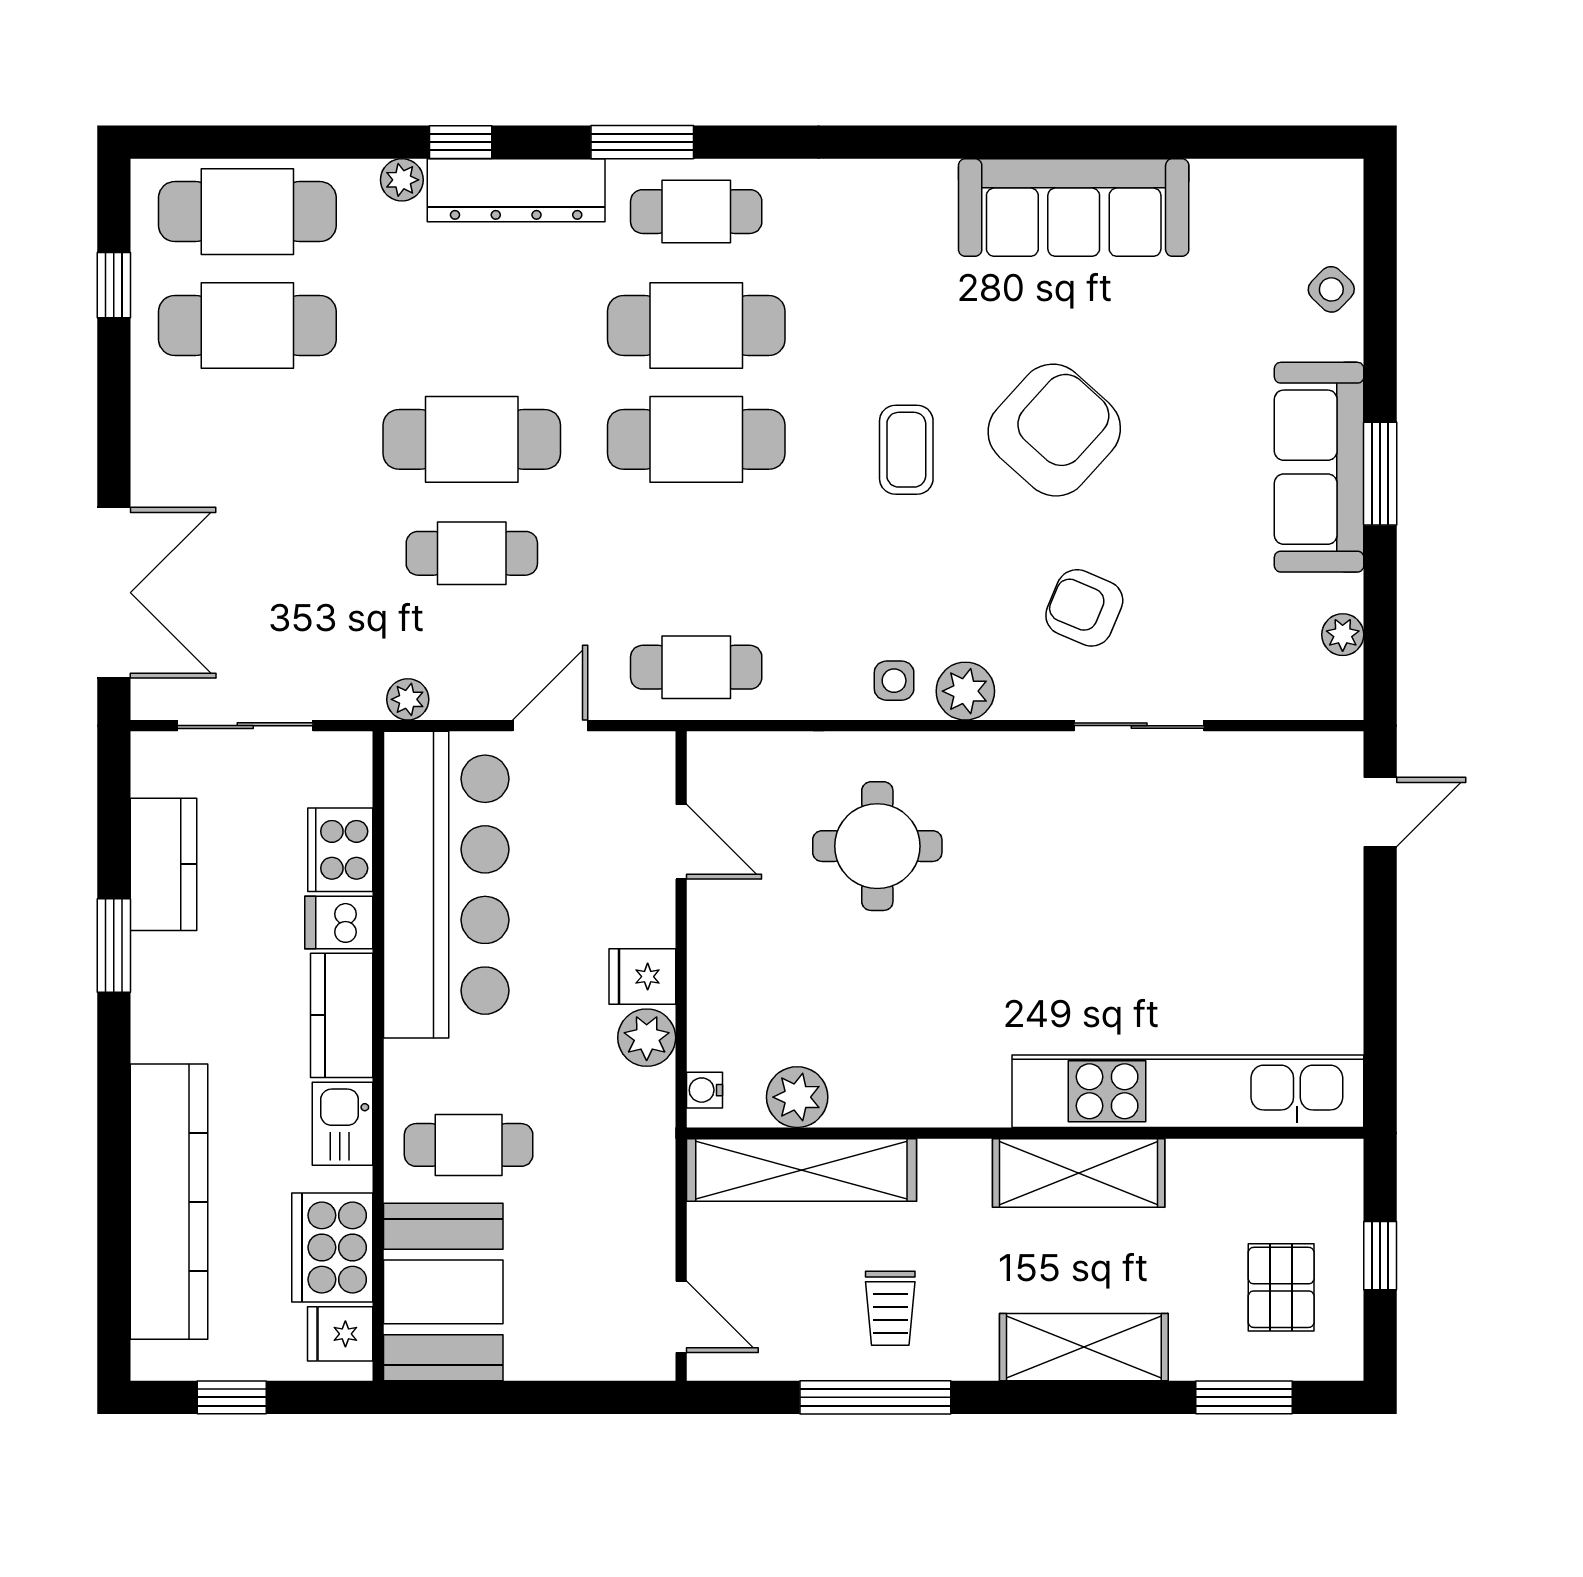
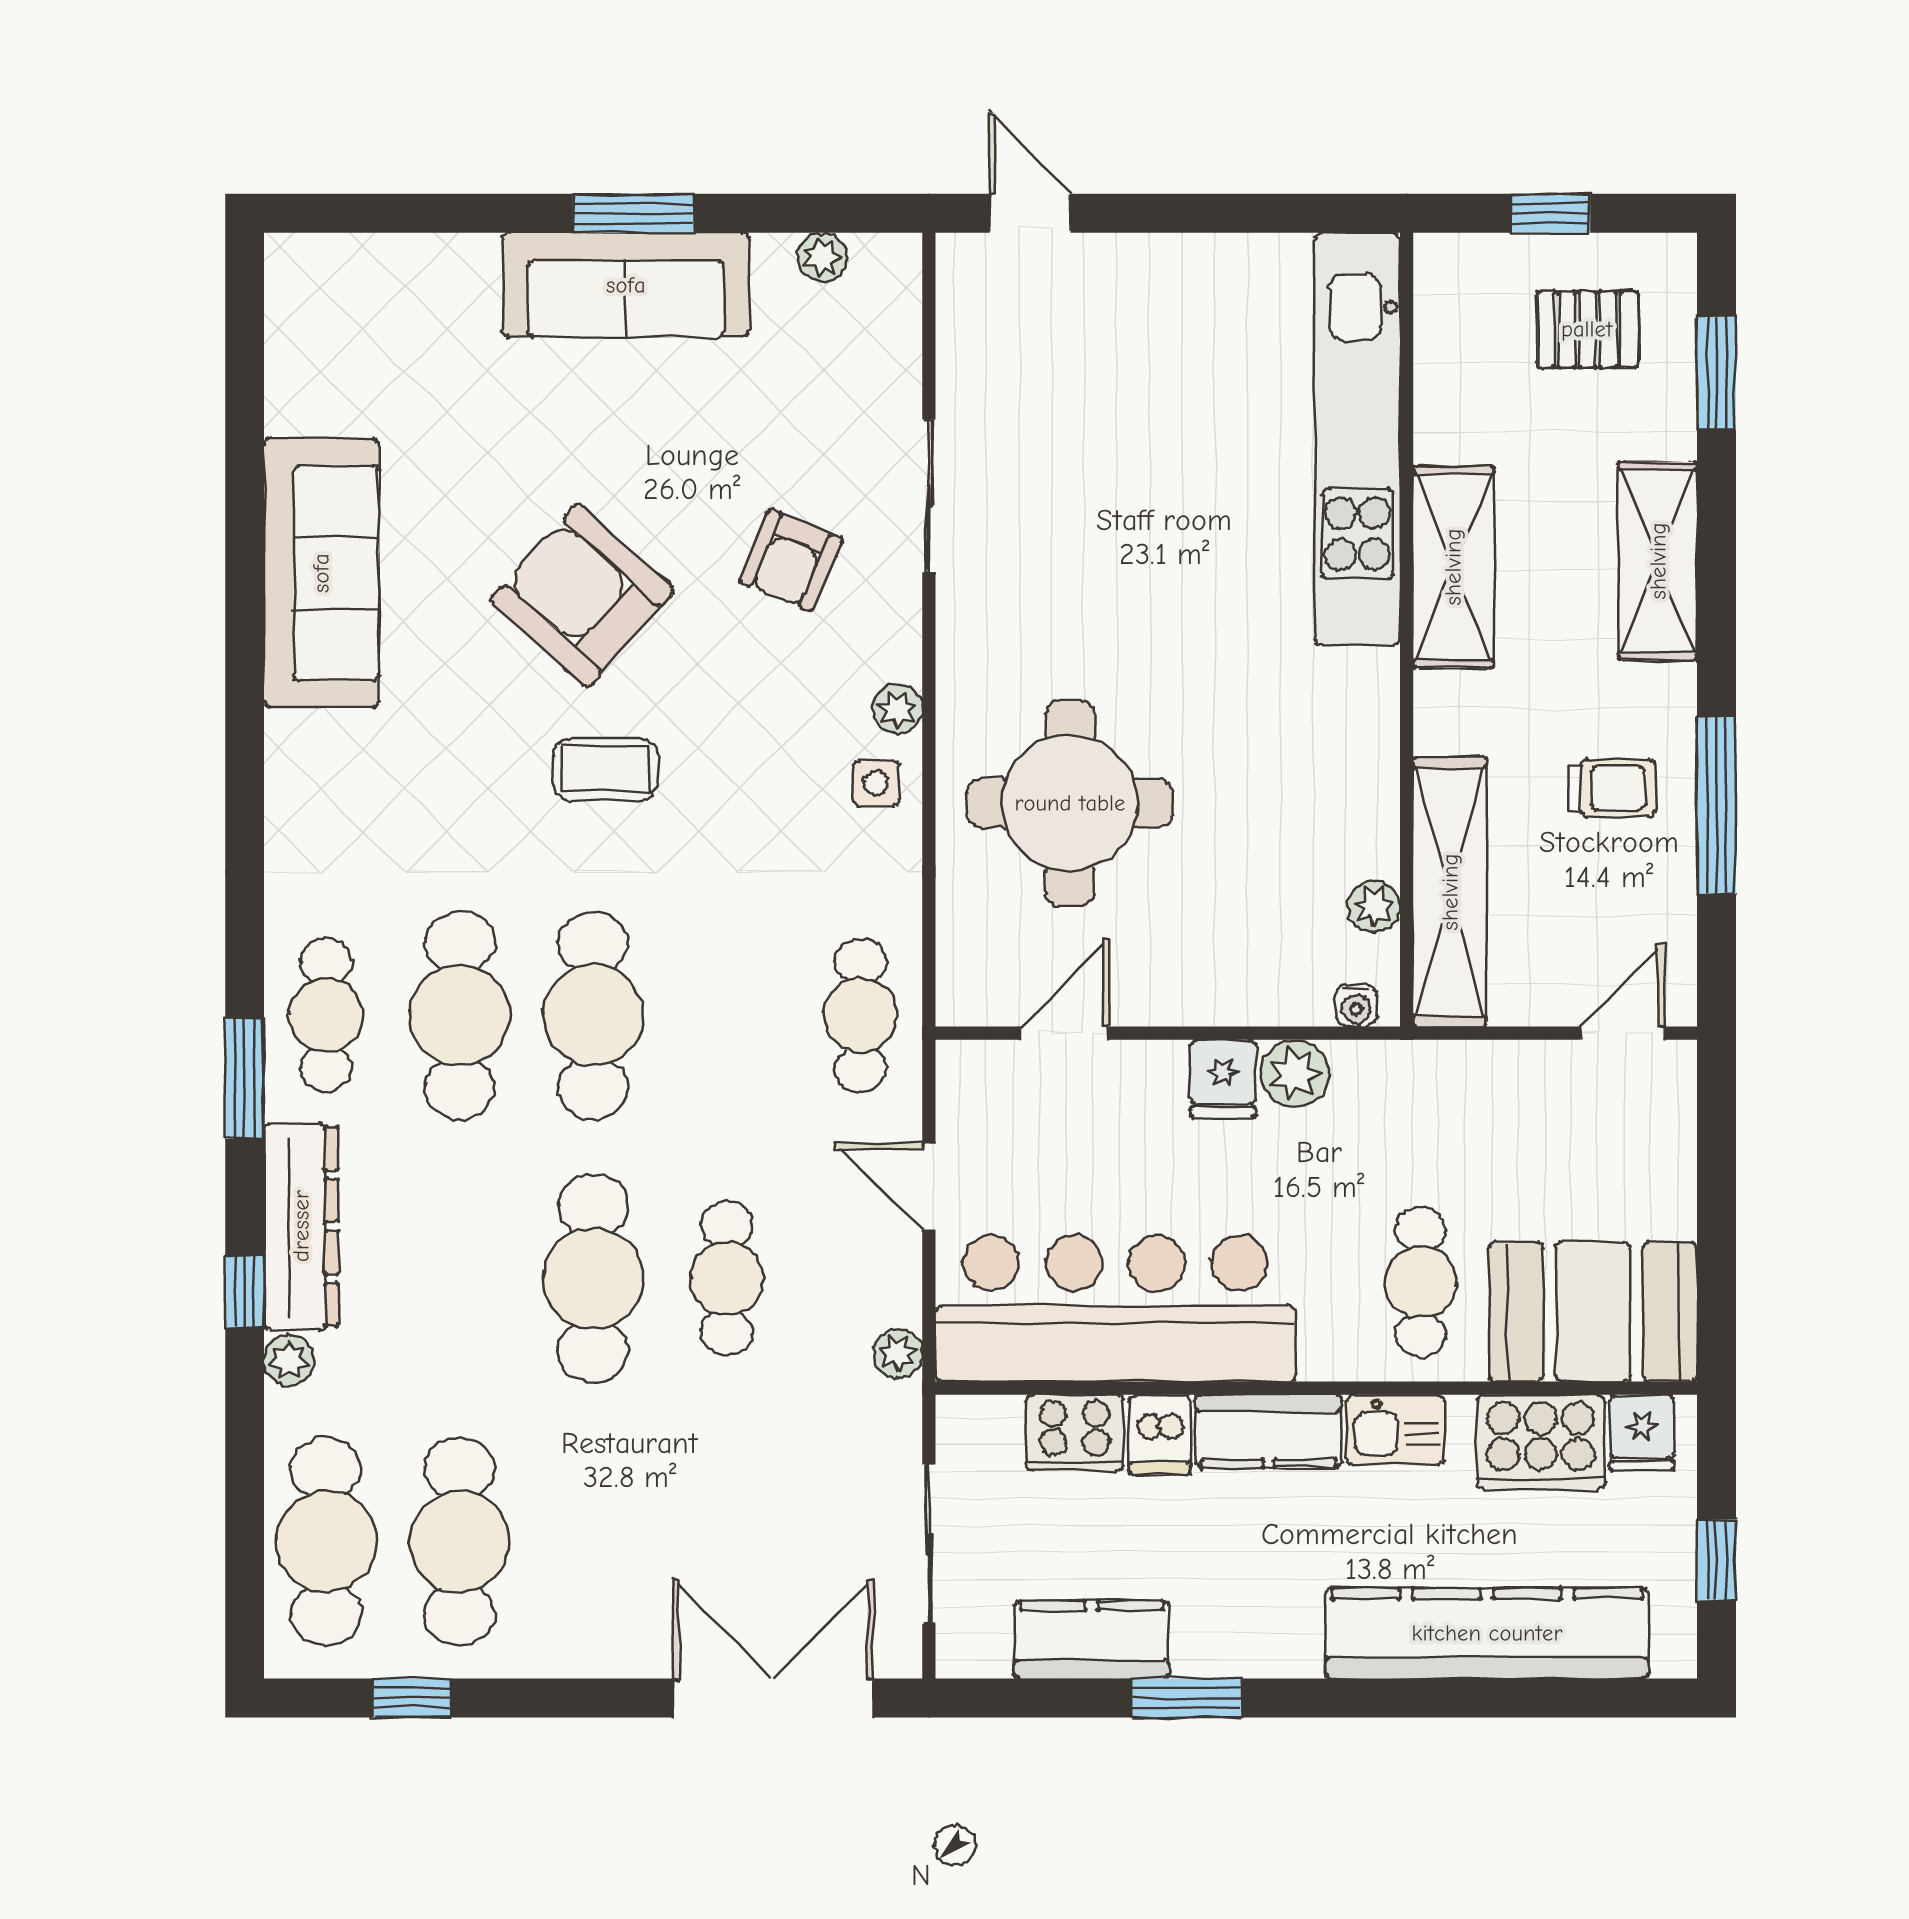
side table: (1331, 289) -> (417, 271), removed
plant: (965, 691) -> (898, 709), width x0.73, depth x0.73
round table: (877, 846) -> (1070, 803), width x1.36, depth x1.36
plant: (797, 1097) -> (1374, 907), width x0.73, depth x0.73

